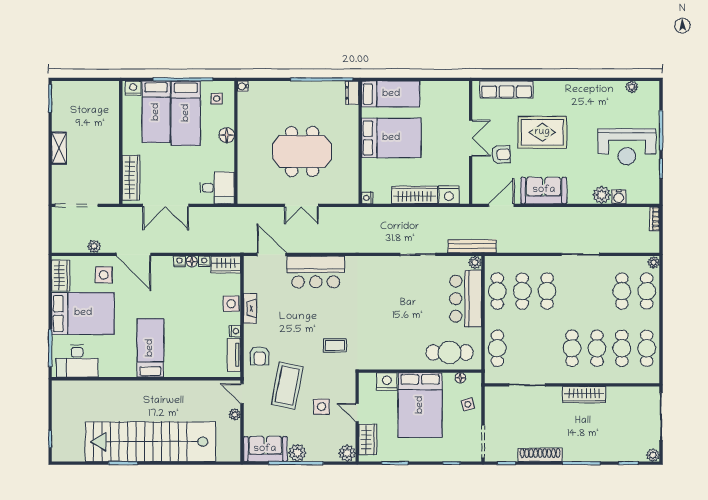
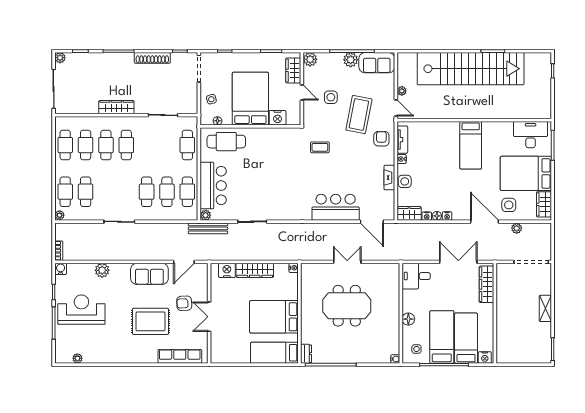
water cooler: (619, 197) -> (61, 269), moved

